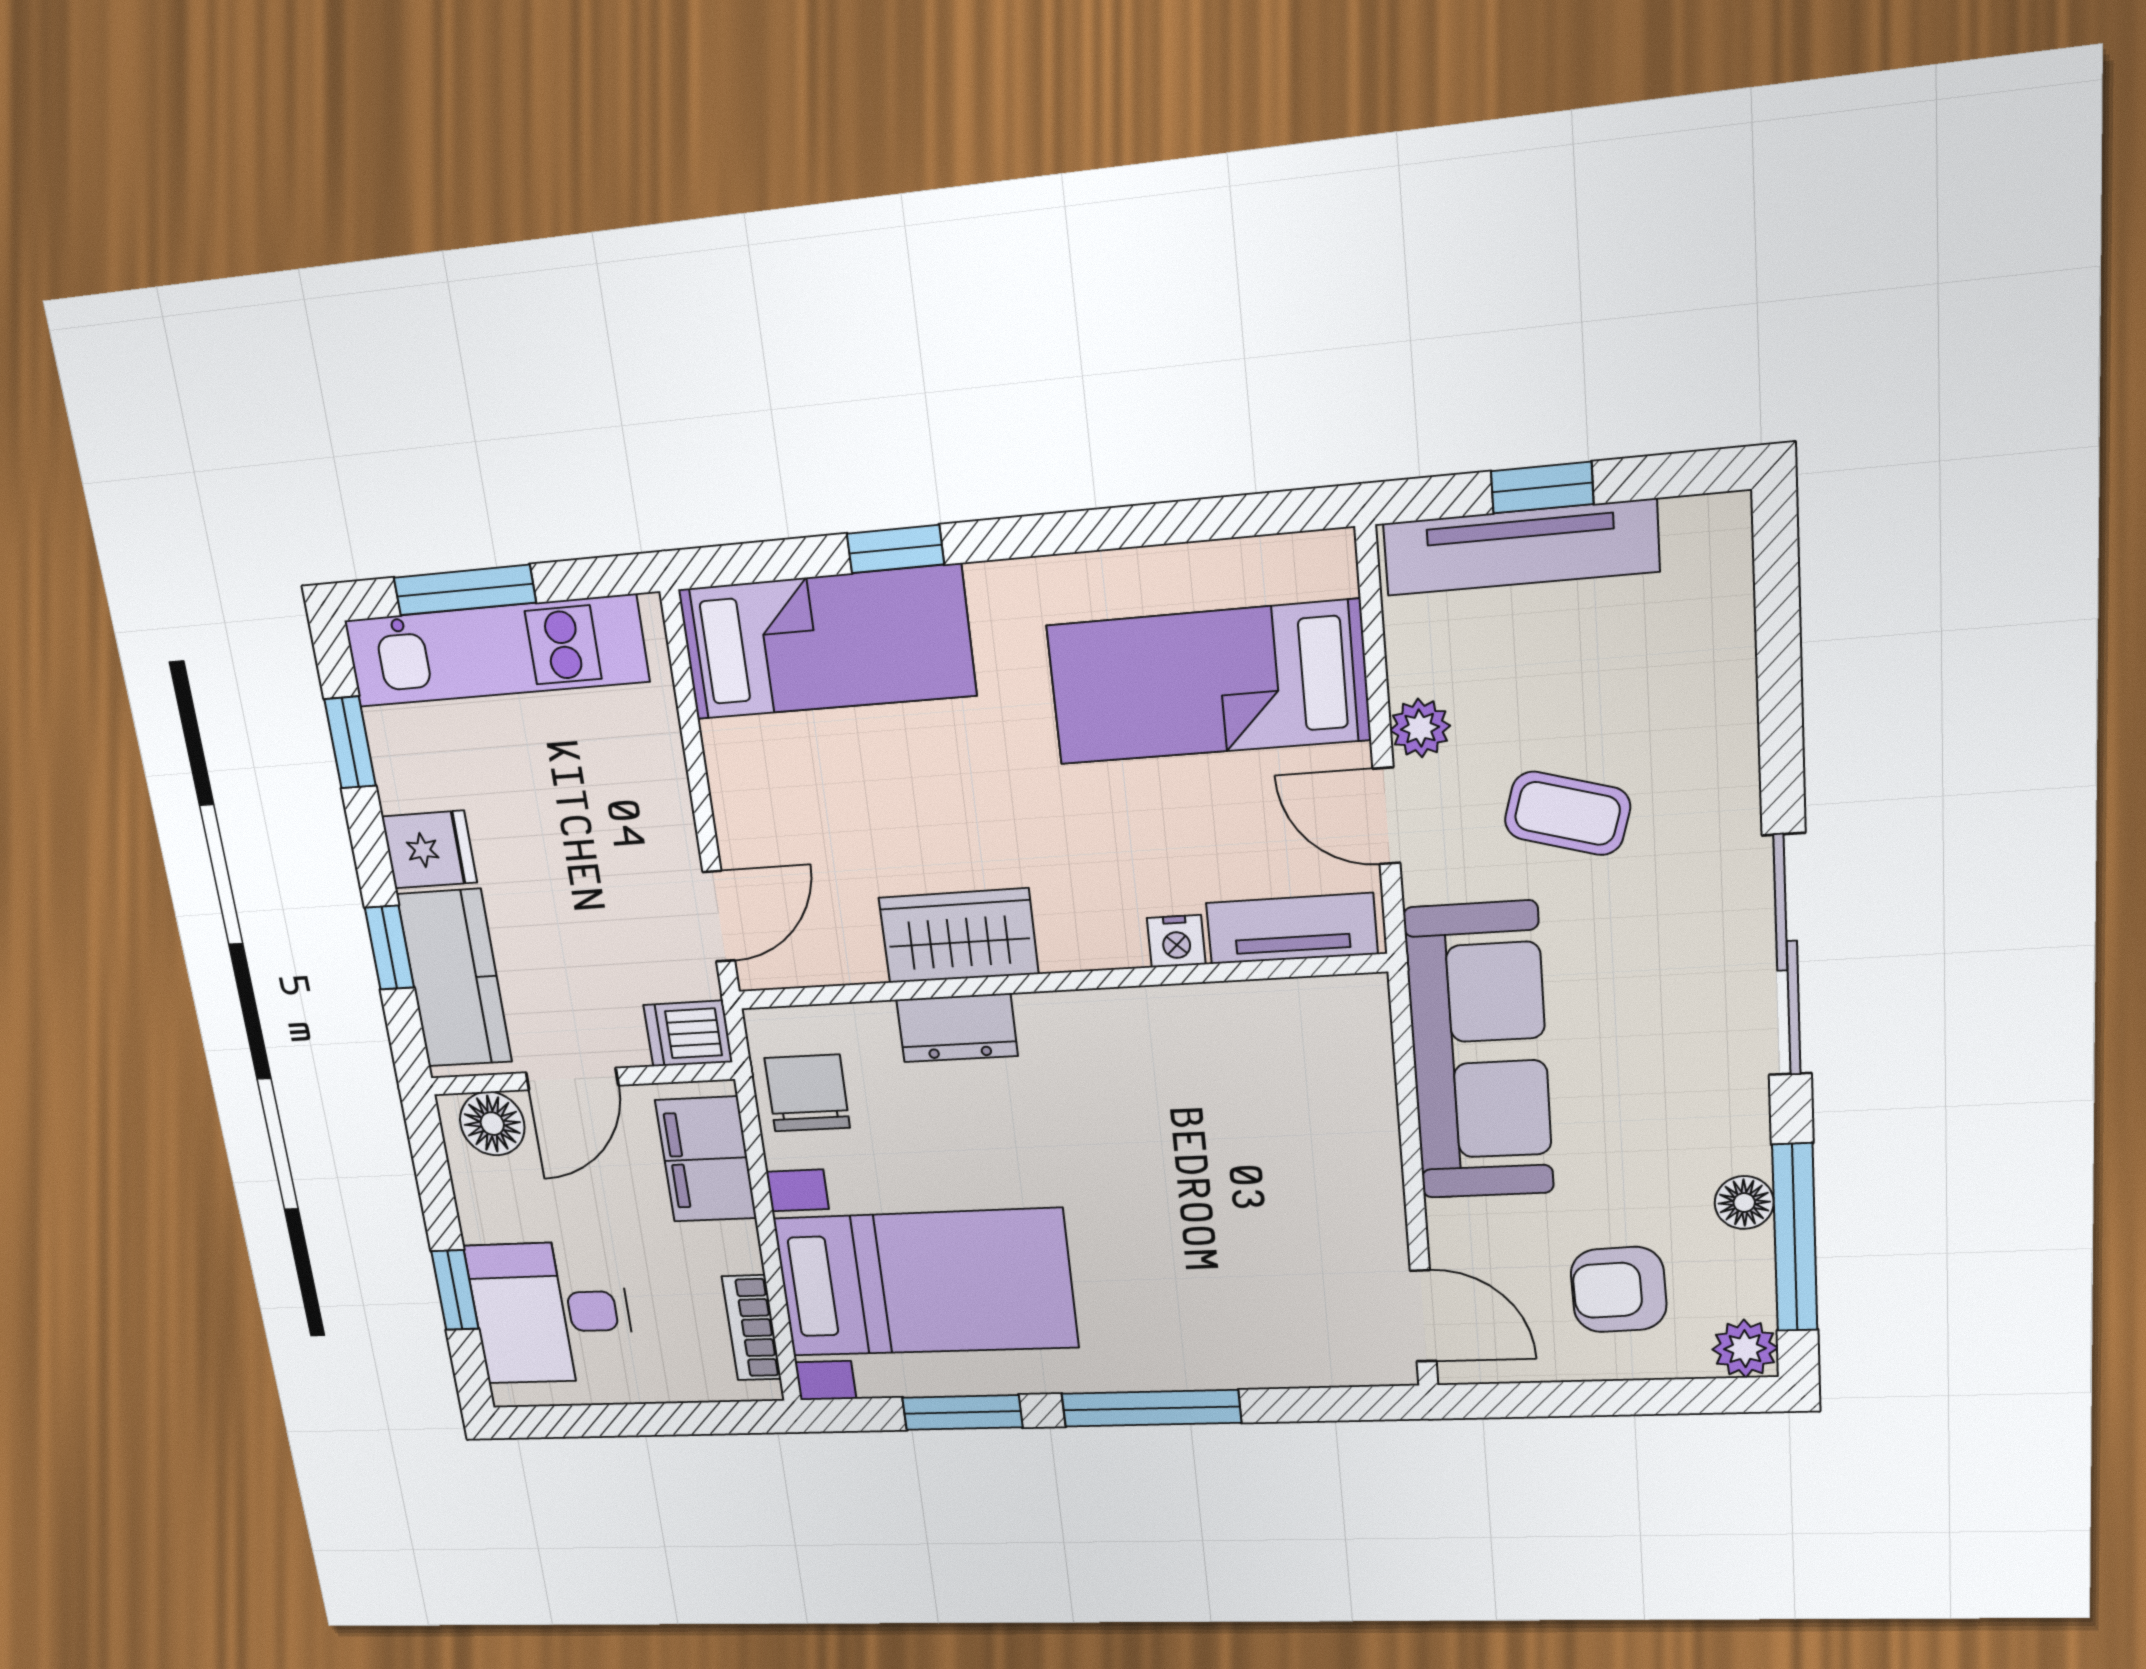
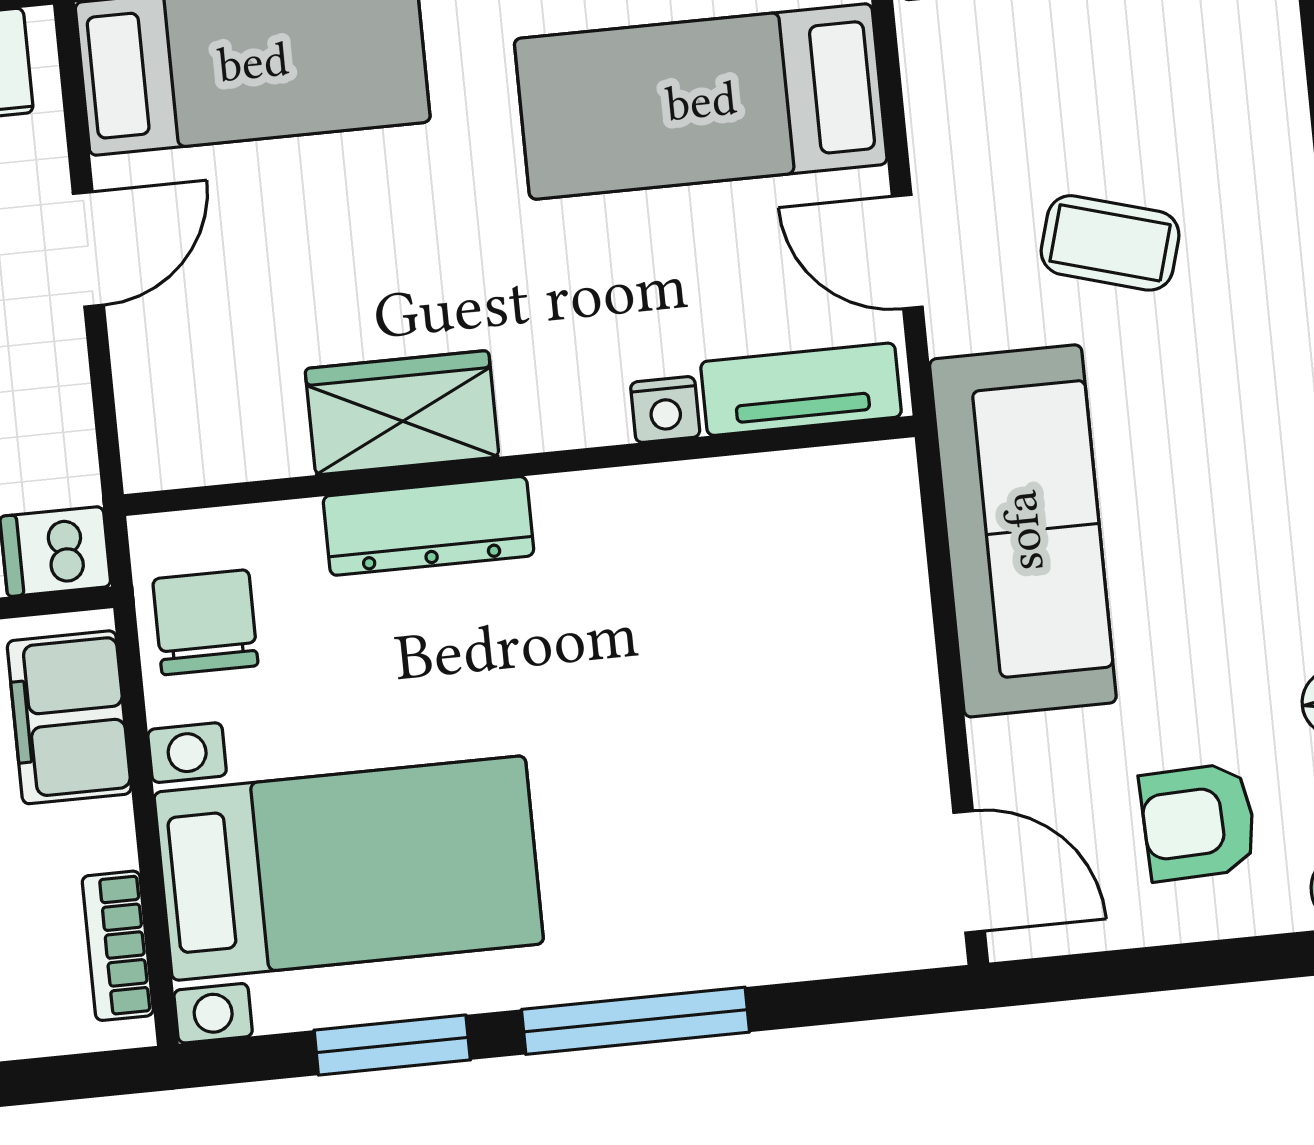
plant: (1420, 728) -> (942, 149), removed
door: (719, 916) -> (88, 249), moved
dresser: (957, 1028) -> (428, 526), width x1.44

